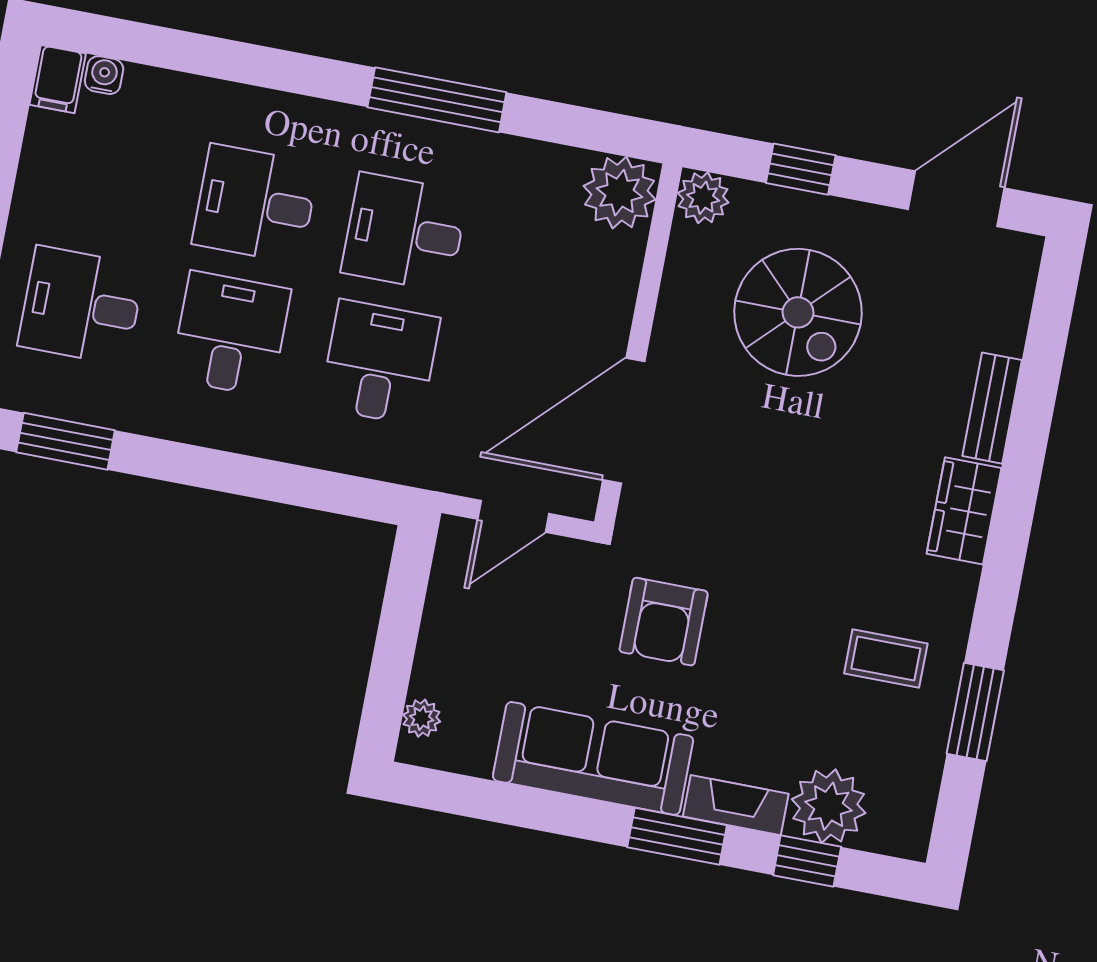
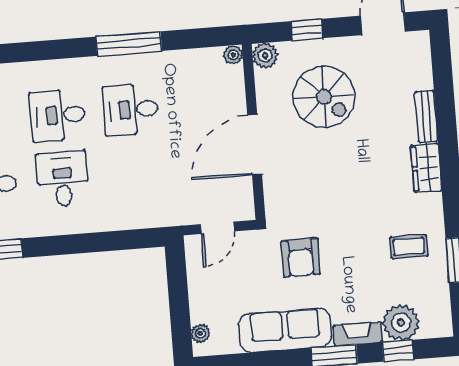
plant: (620, 193) -> (233, 55), width x0.53, depth x0.53
desk: (380, 363) -> (136, 173), removed
door: (624, 421) -> (255, 145), moved

